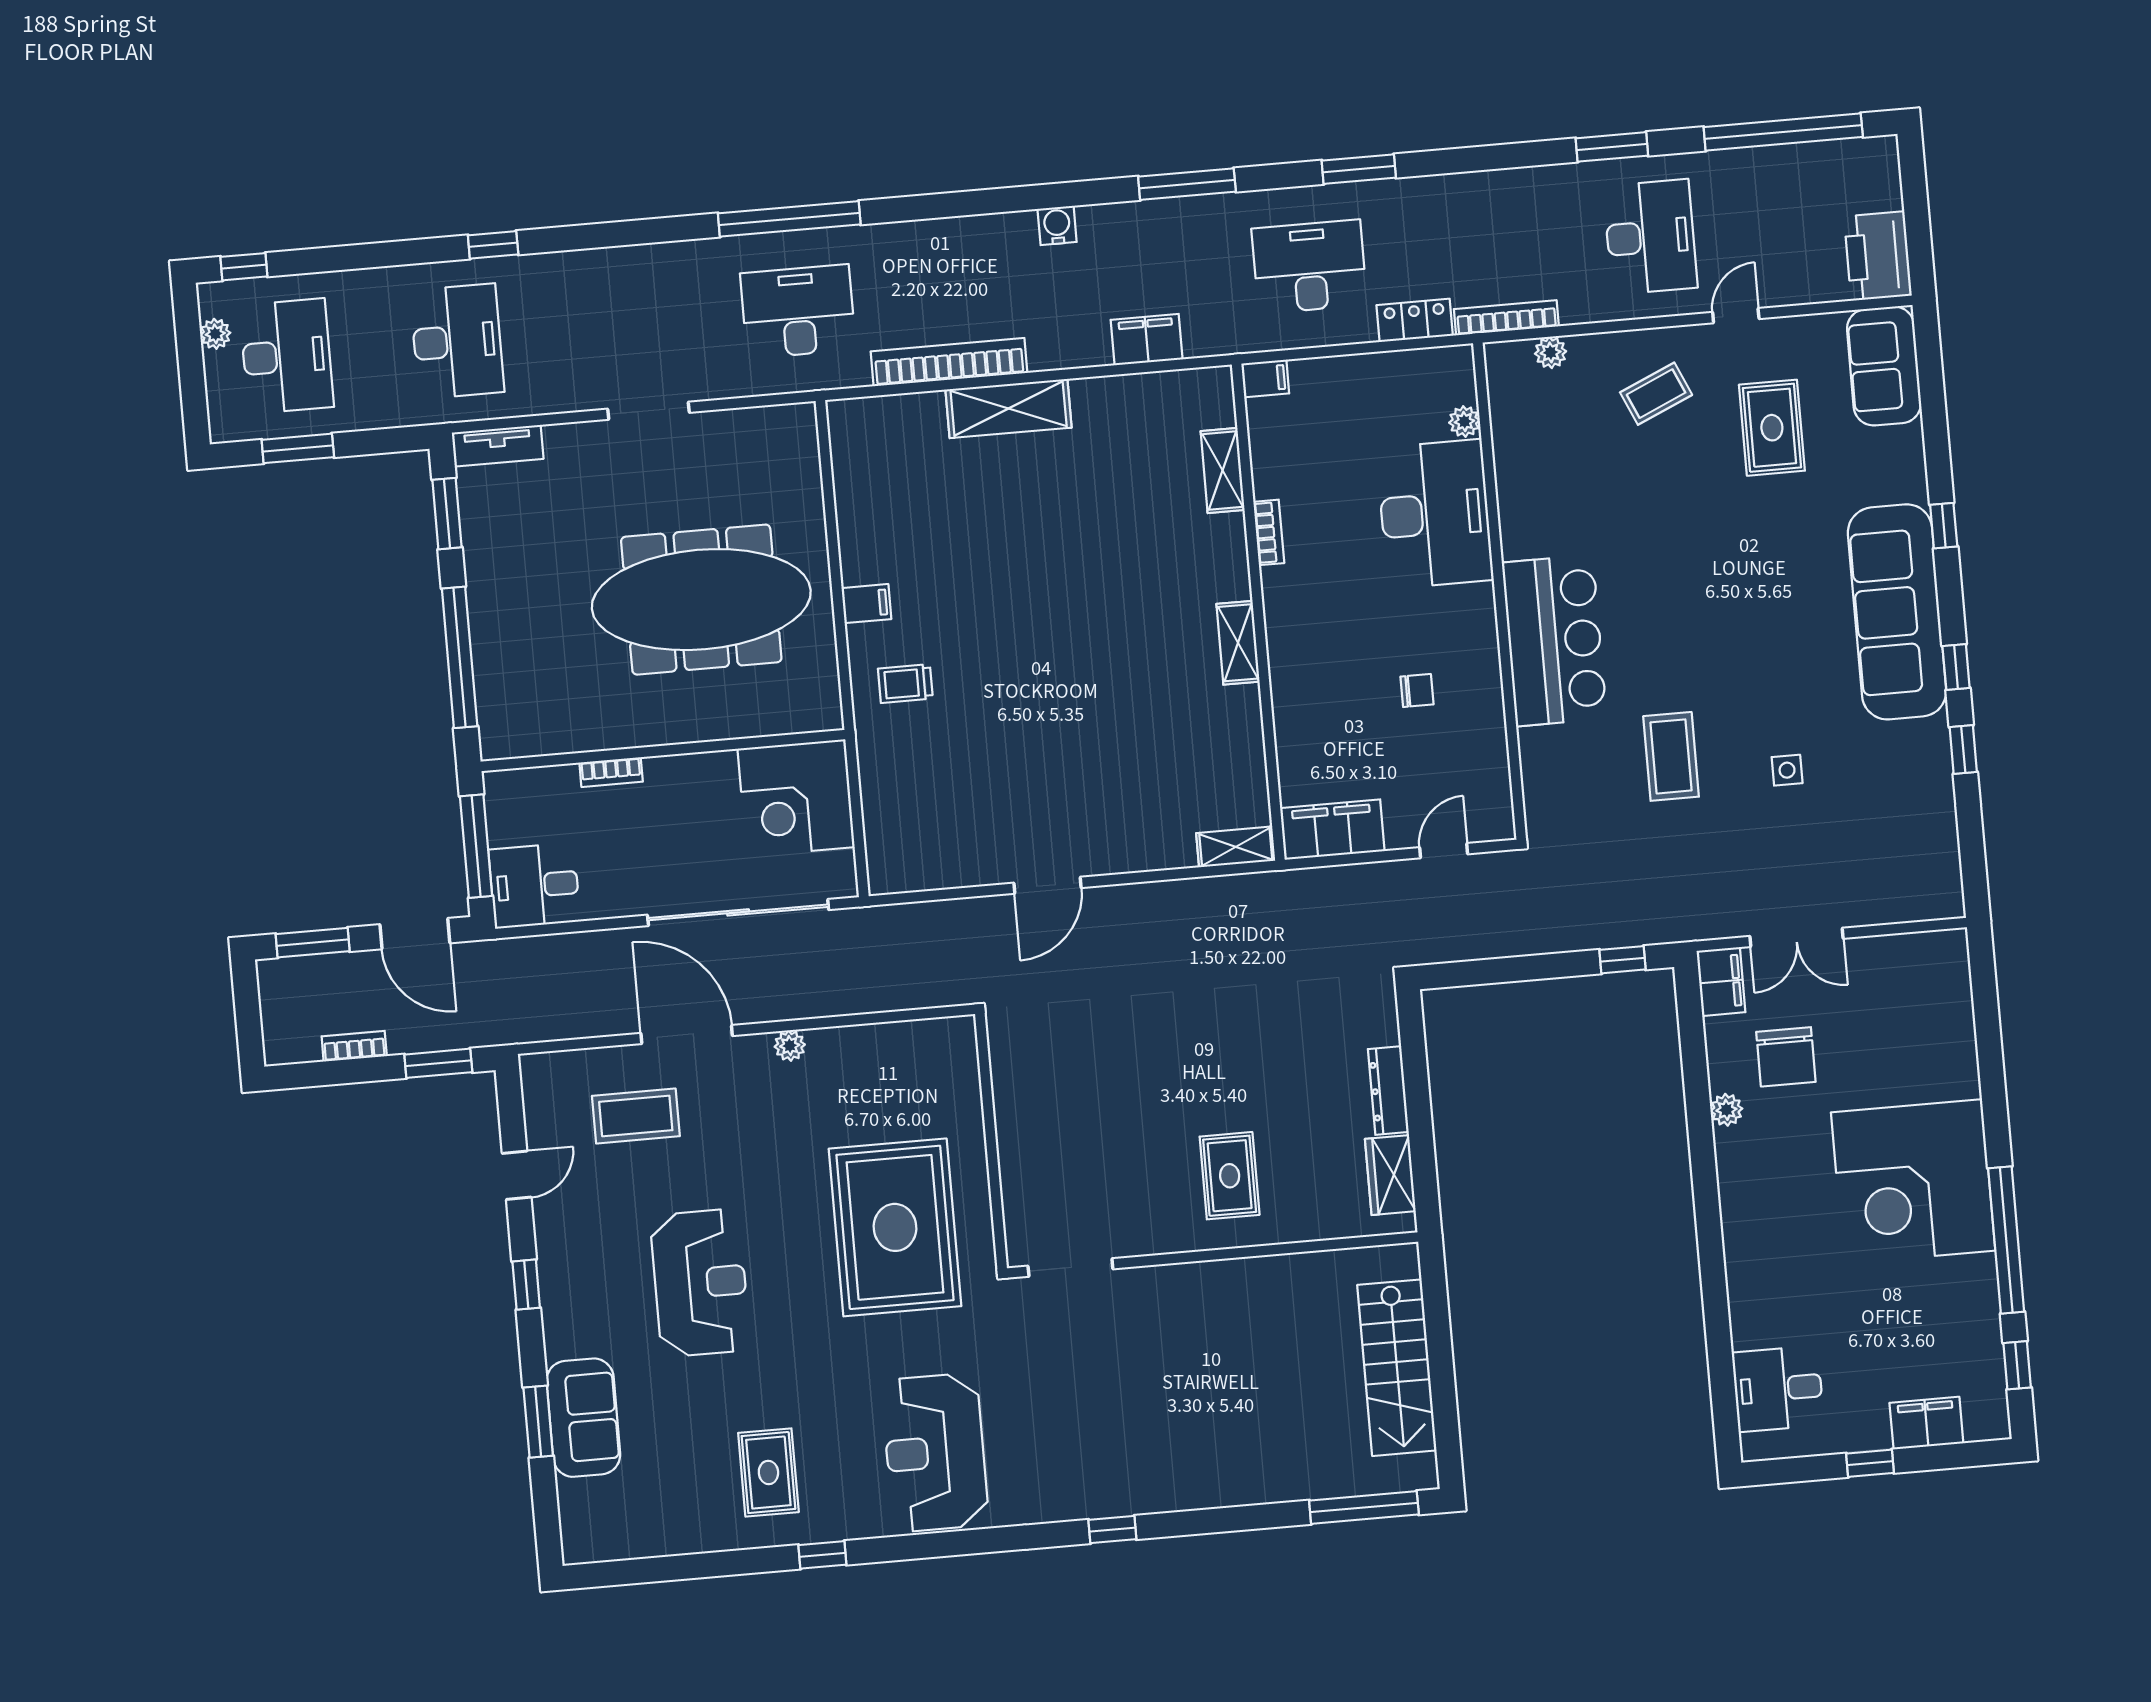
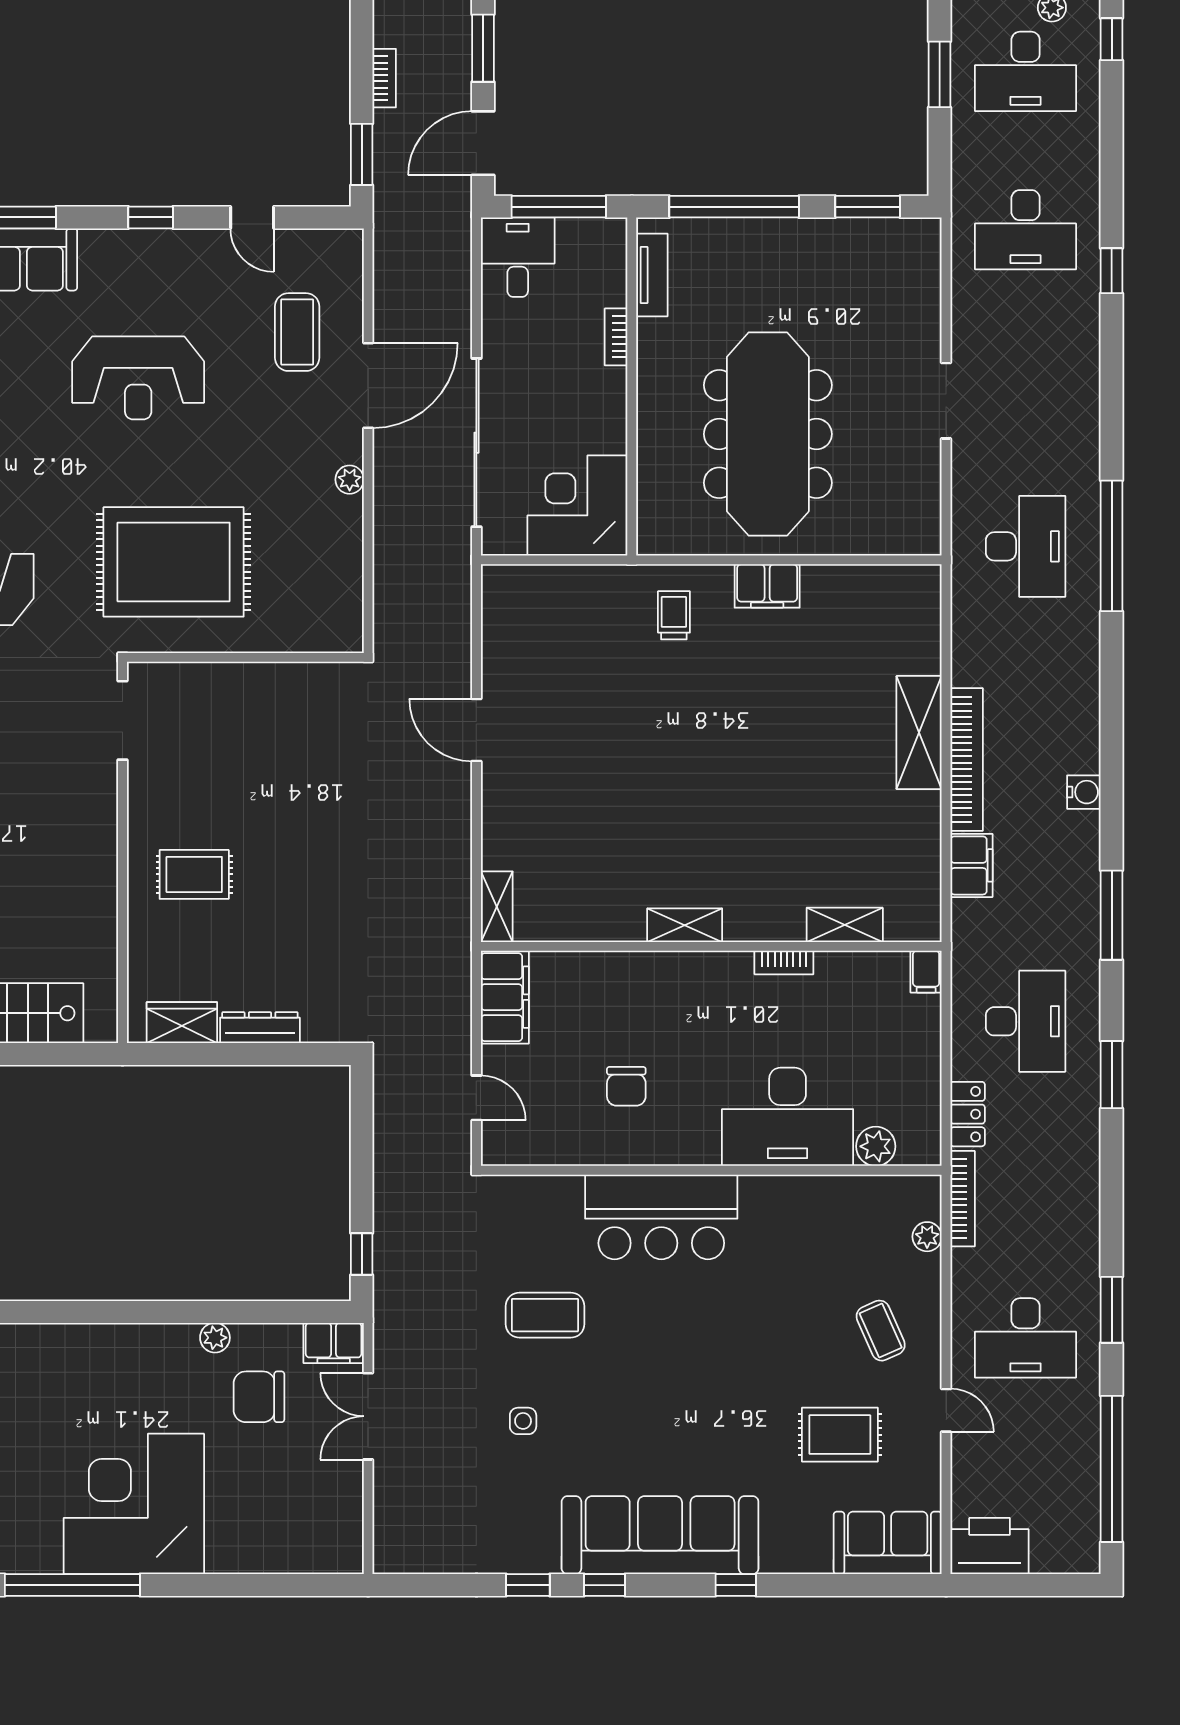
bookcase: (949, 362) -> (967, 759), moved
plant: (1464, 422) -> (876, 1146), width x1.38, depth x1.38
tv unit: (498, 446) -> (652, 275), moved, turned 180
filing cabinet: (866, 604) -> (767, 586), width x2.00
chair: (1417, 690) -> (626, 1086), width x1.37, depth x1.37

